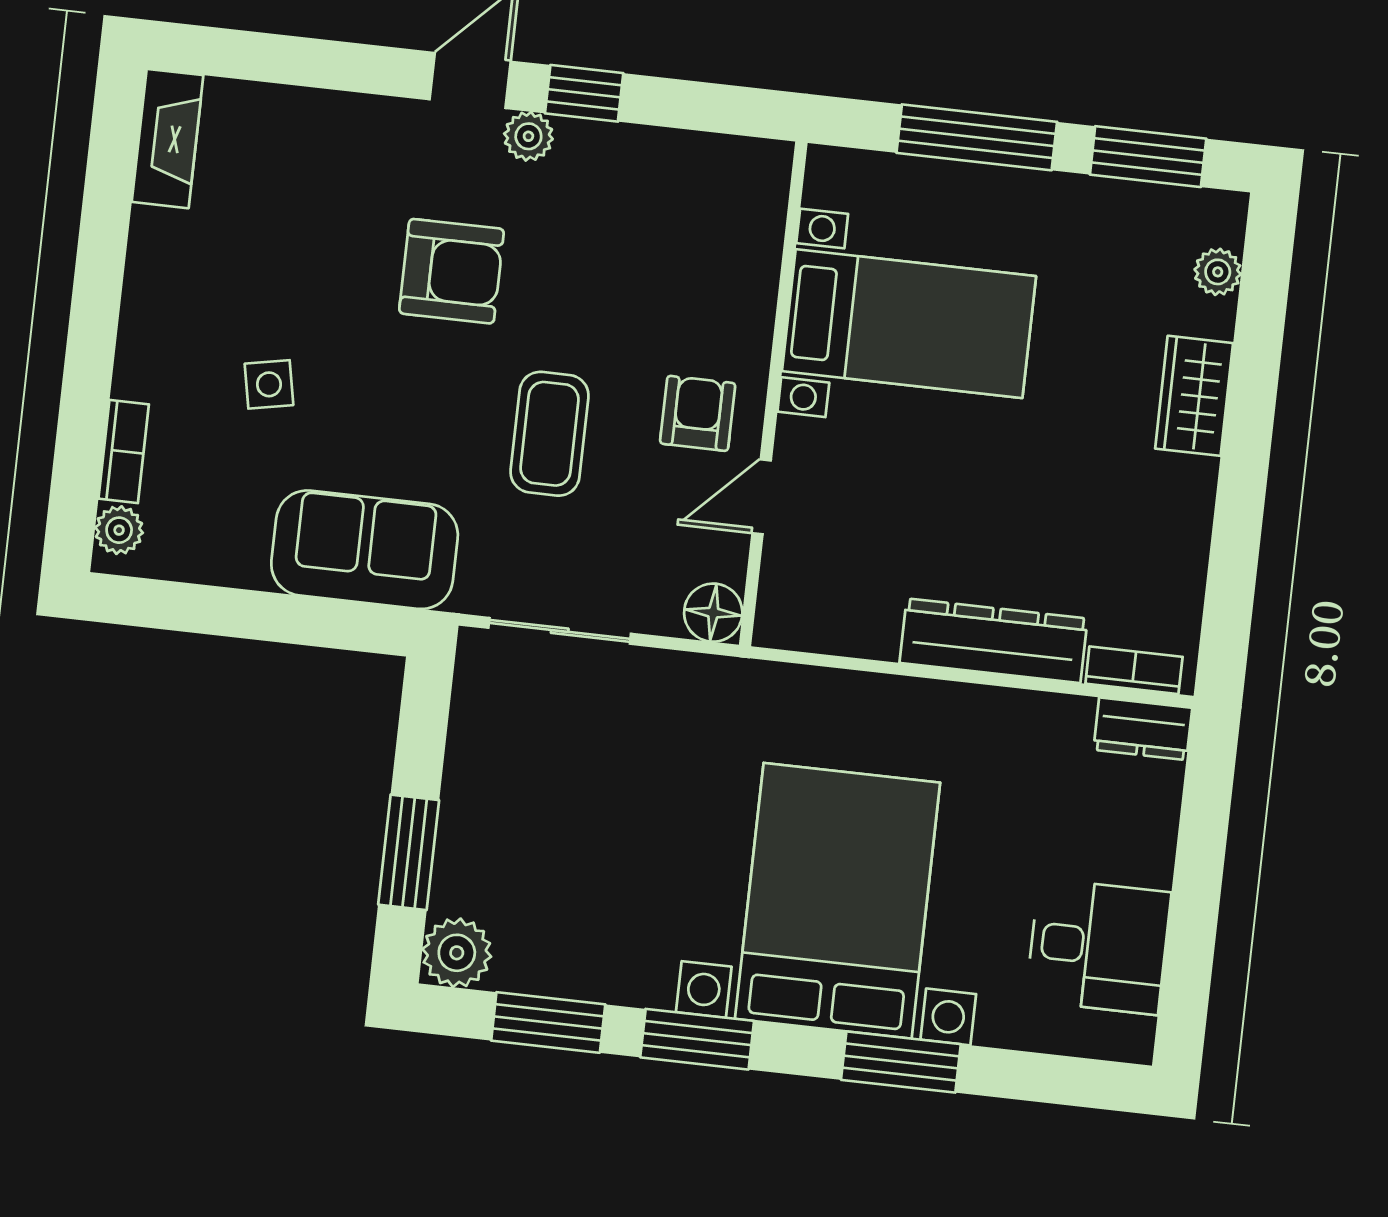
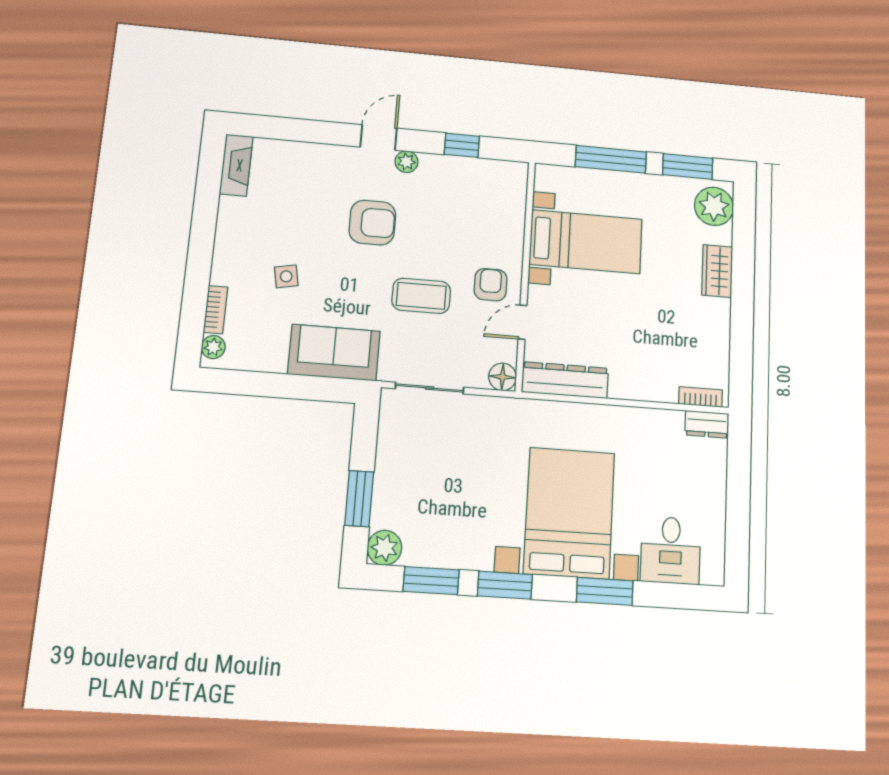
window: (584, 93) -> (462, 145), moved
plant: (1218, 272) -> (714, 206), width x1.88, depth x1.88
coffee table: (550, 434) -> (421, 296), turned 90
dresser: (994, 641) -> (565, 380), moved
desk: (1098, 946) -> (671, 550), moved, turned 90

